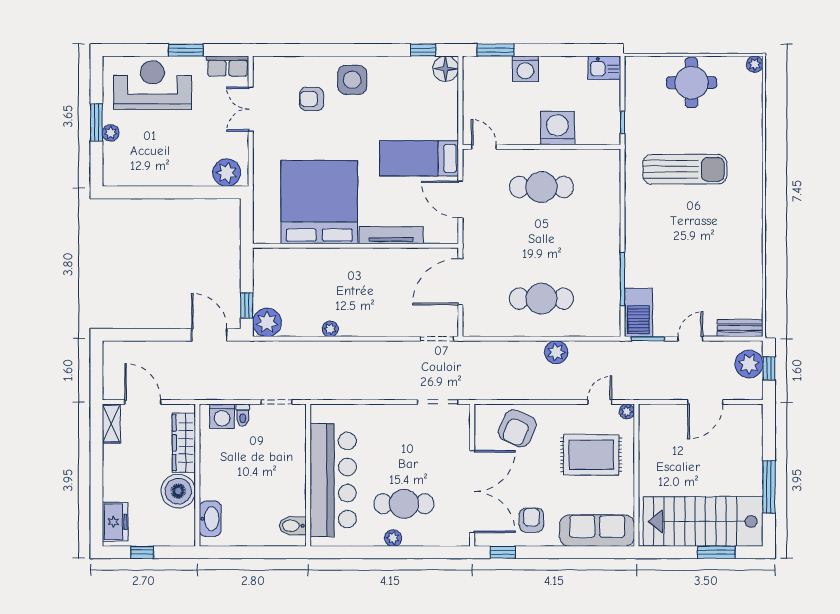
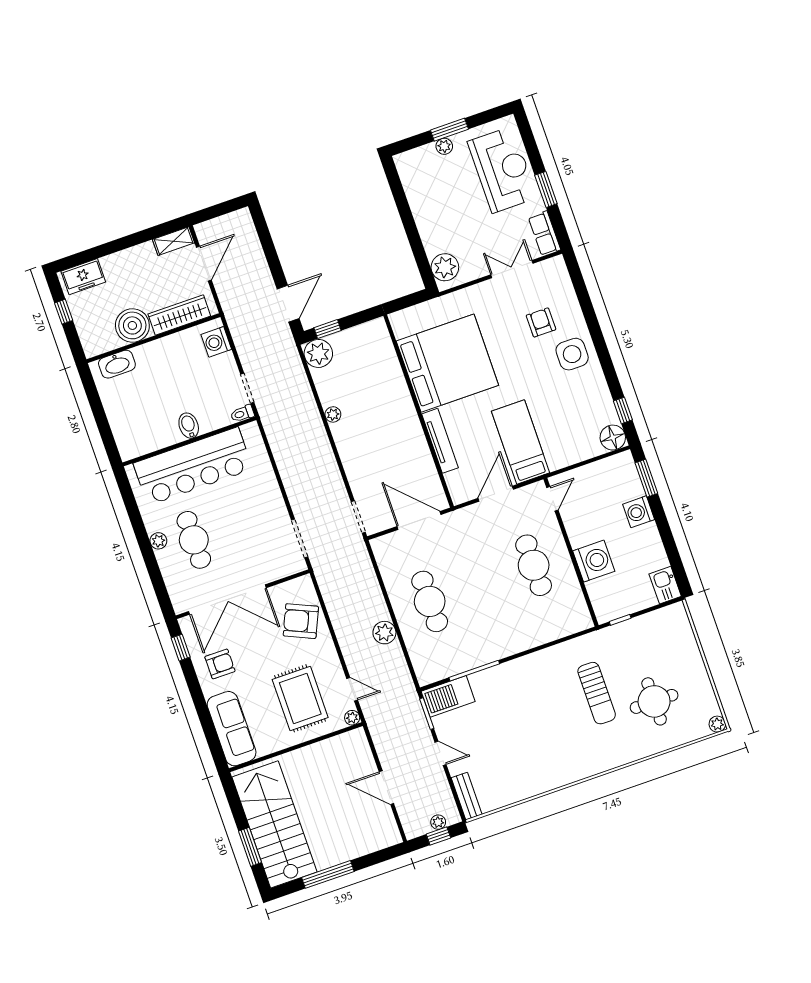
round table: (692, 83) -> (654, 701), moved
sun lounger: (685, 169) -> (597, 693), width x0.73, depth x0.75
plant: (749, 364) -> (438, 822), width x0.53, depth x0.53
toilet: (243, 415) -> (242, 414), moved
bidet: (293, 526) -> (189, 426), moved

